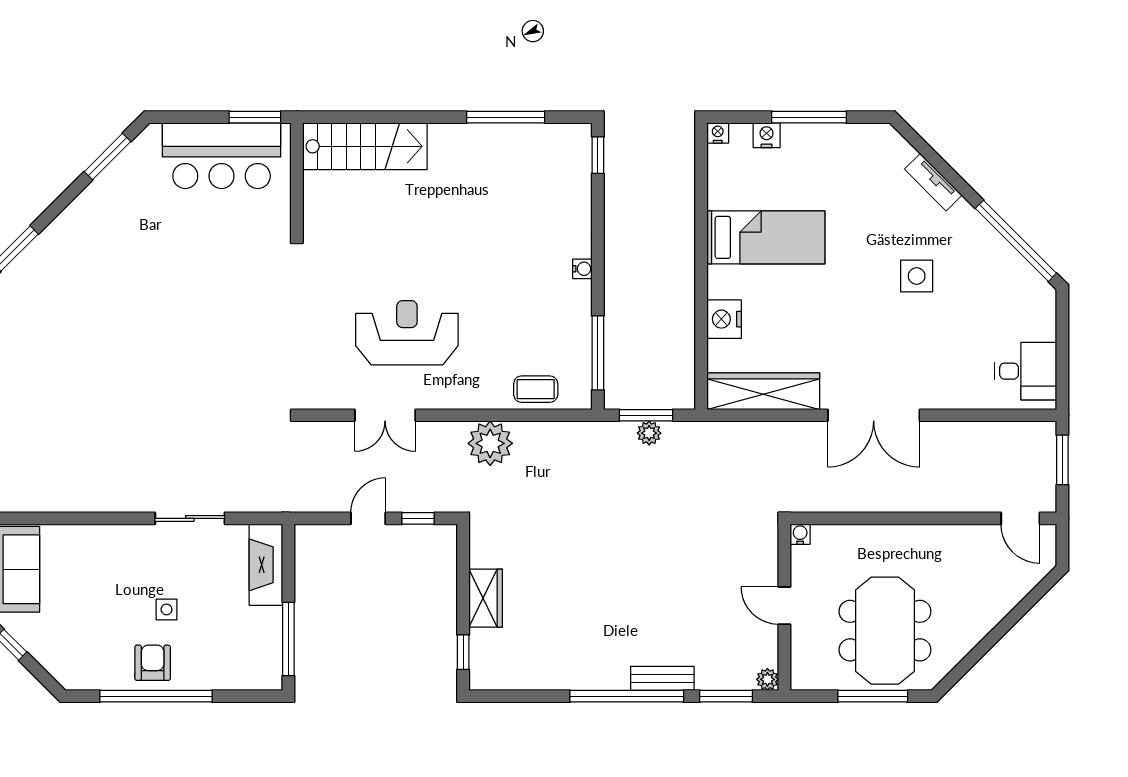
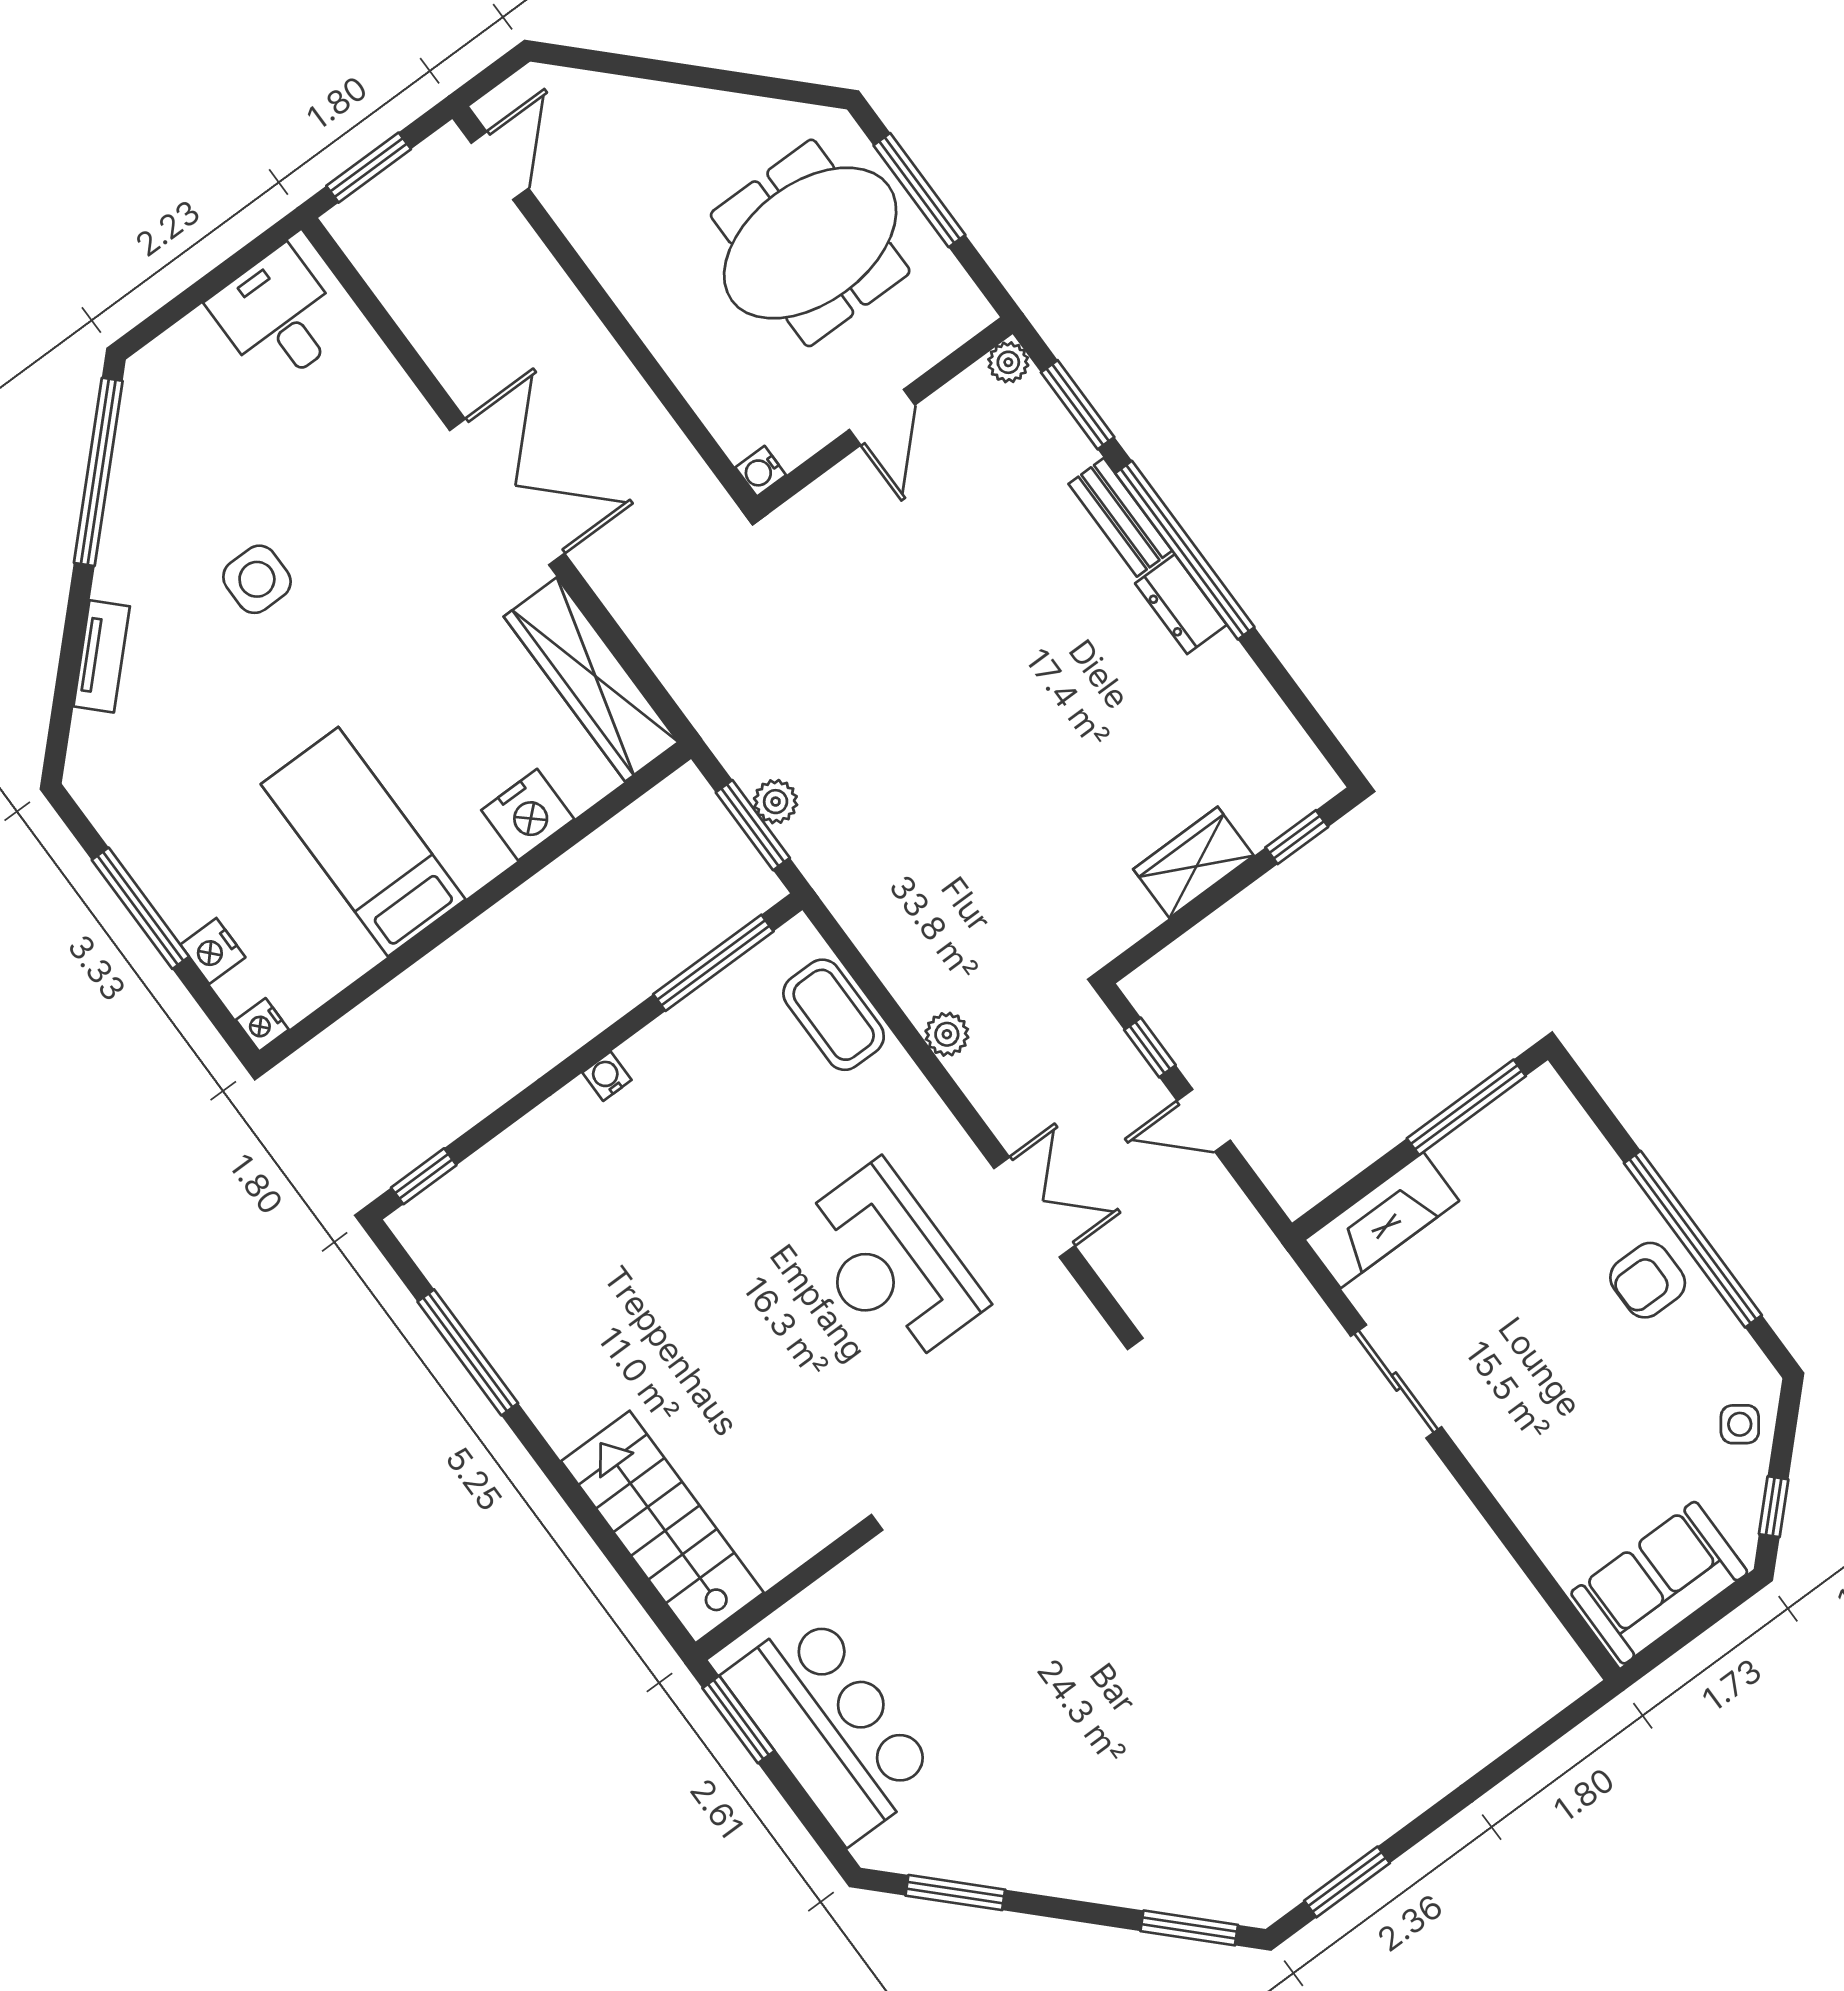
coffee table: (536, 389) -> (834, 1015), width x1.36, depth x1.30
plant: (490, 443) -> (947, 1034), width x0.53, depth x0.53
side table: (167, 609) -> (1740, 1424), moved, turned 36
dresser: (604, 677) -> (1181, 604), added

